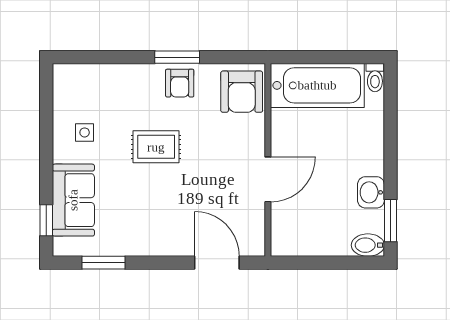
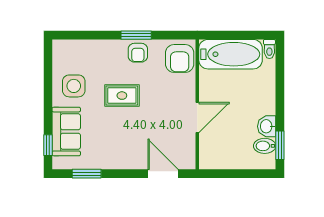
side table: (85, 132) -> (74, 86), width x1.87, depth x1.87
bidet: (368, 245) -> (265, 146), moved

